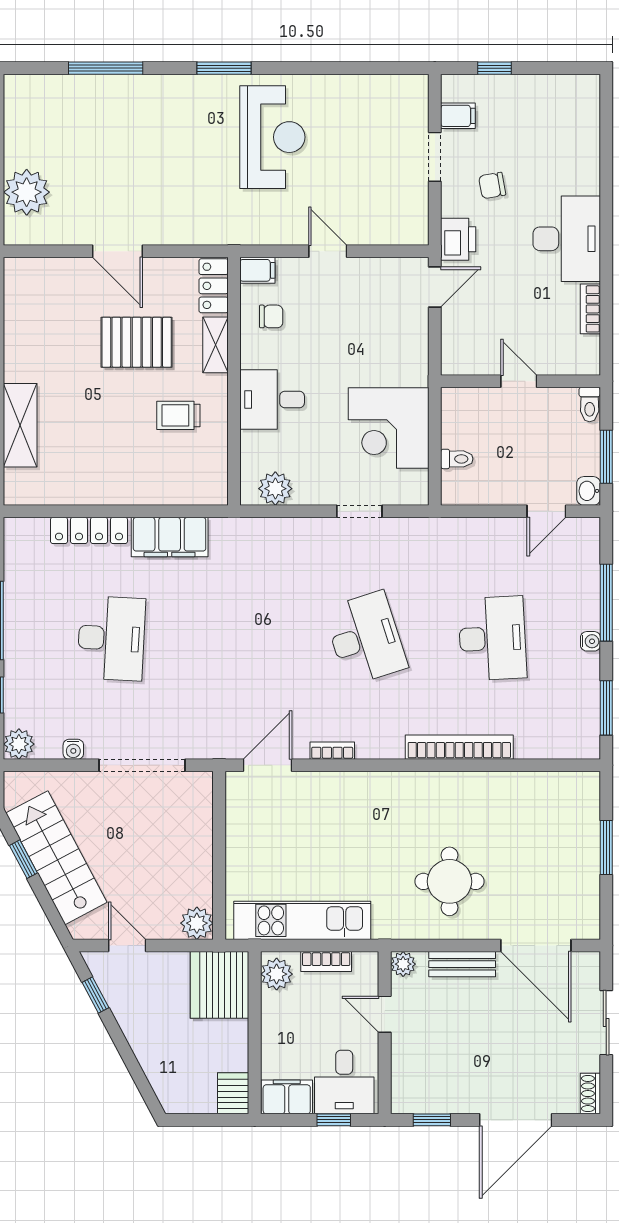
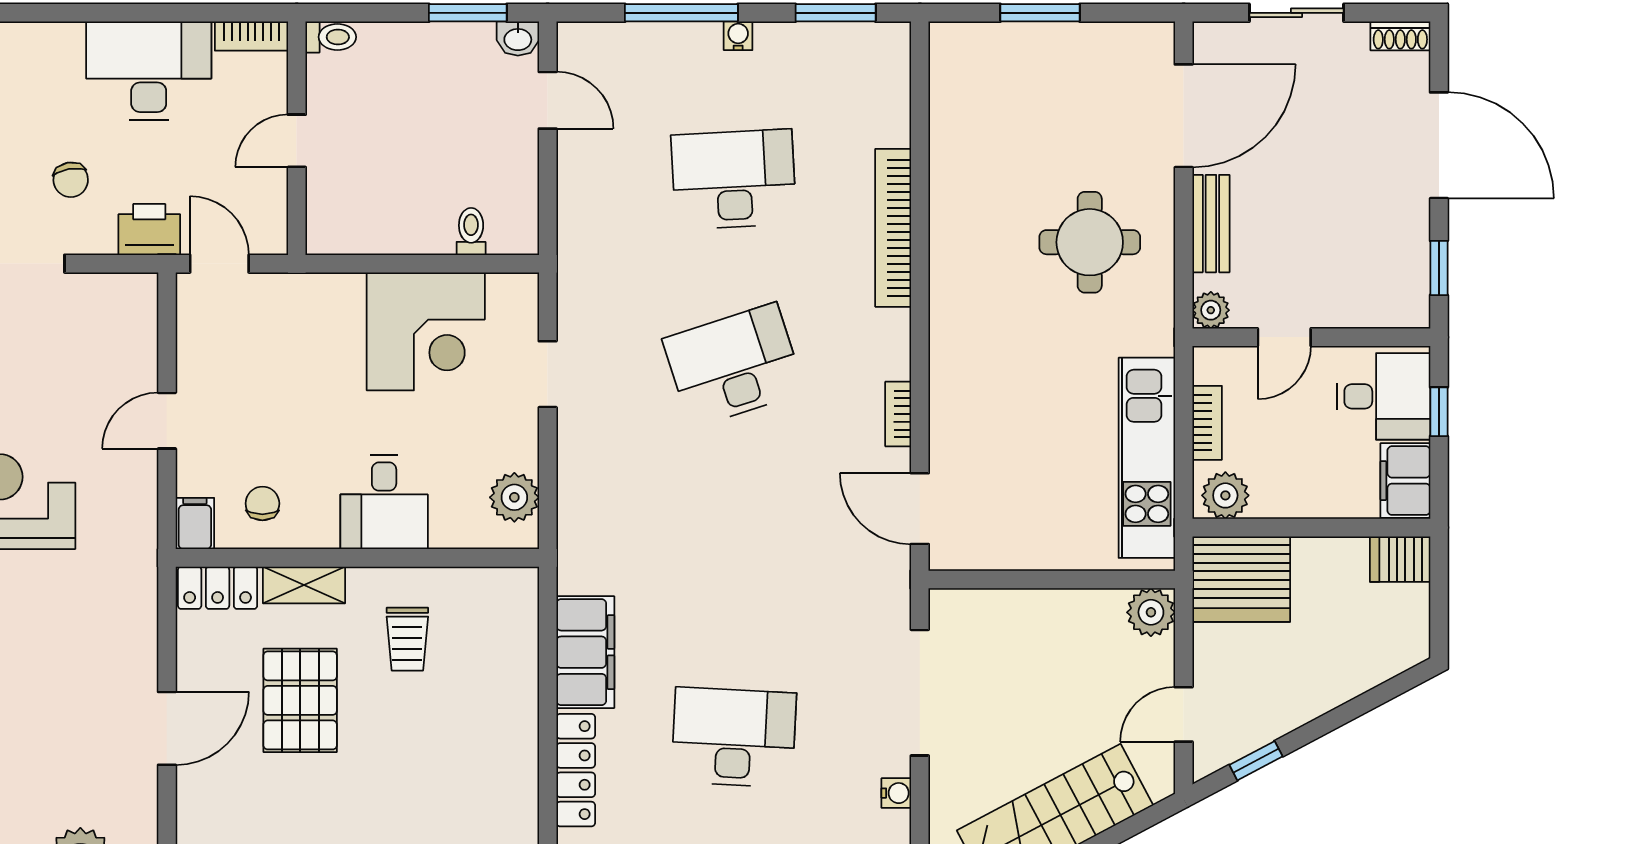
door: (519, 381) -> (297, 141), moved
wall: (521, 381) -> (297, 138), moved
toilet: (590, 404) -> (331, 37), moved

